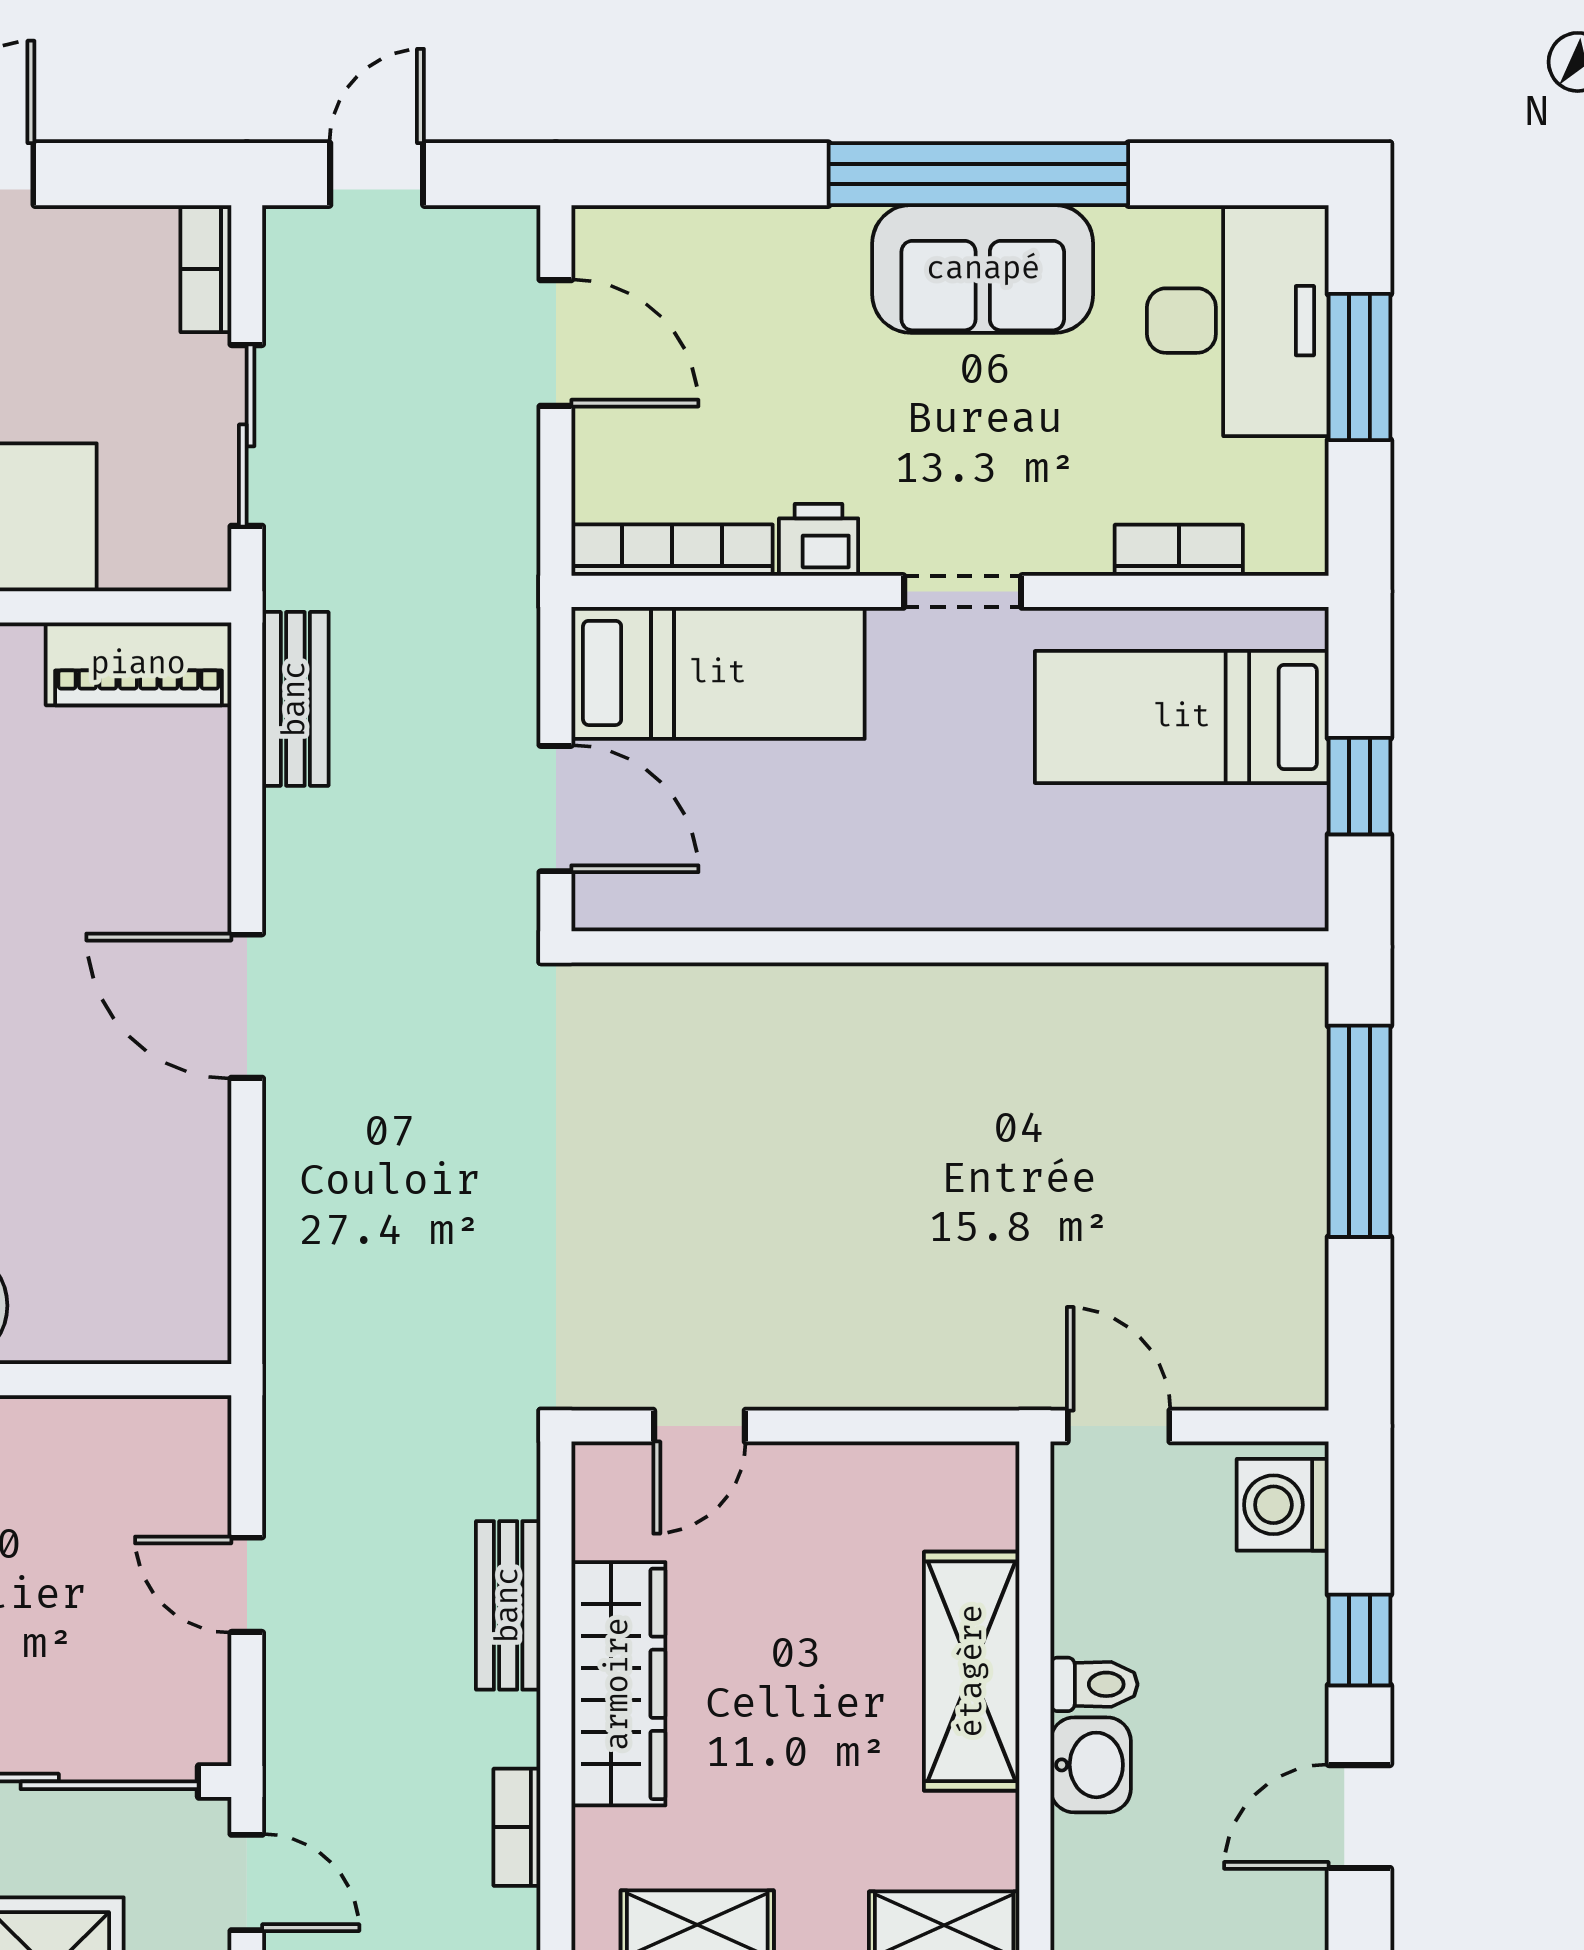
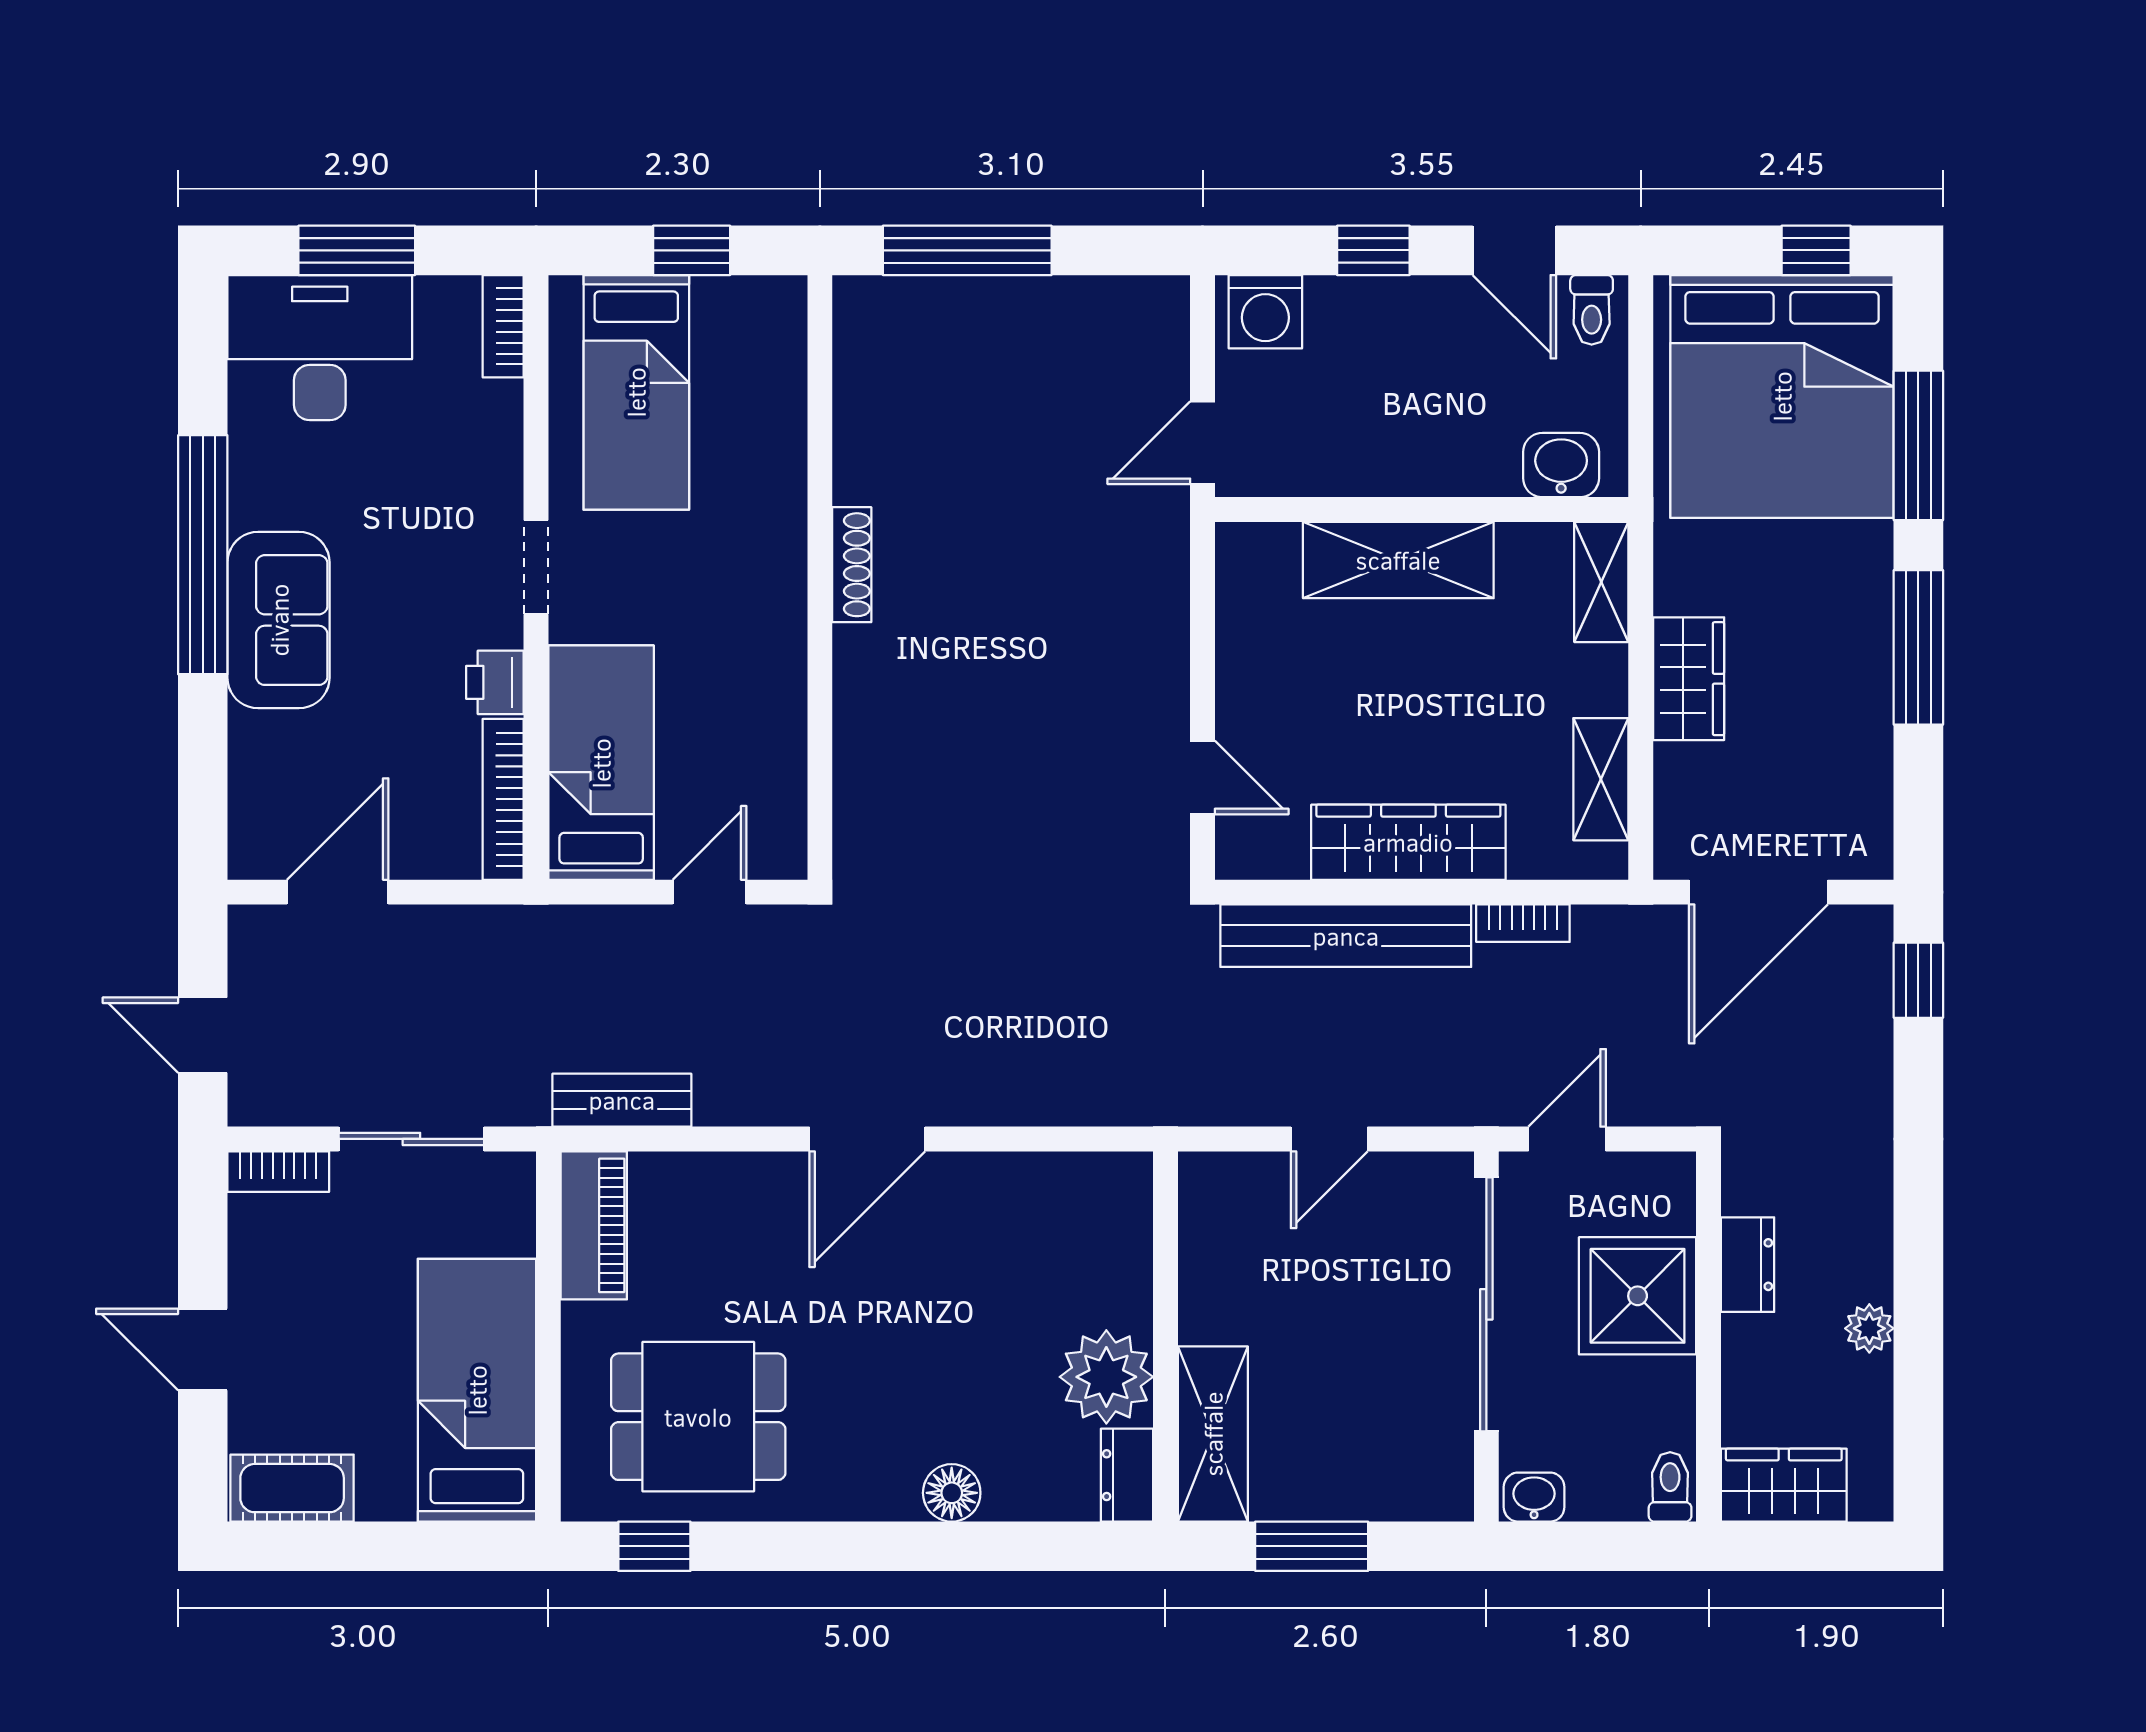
sofa: (983, 269) -> (279, 620), moved
bookcase: (1179, 550) -> (503, 326), moved
door: (556, 809) -> (710, 892), width x0.73
shoe rack: (966, 987) -> (852, 565), added
bench: (508, 1605) -> (1346, 936), width x1.86, depth x1.21
toilet: (1094, 1684) -> (1592, 310), moved, turned 180
washbasin: (1091, 1765) -> (1561, 465), moved

